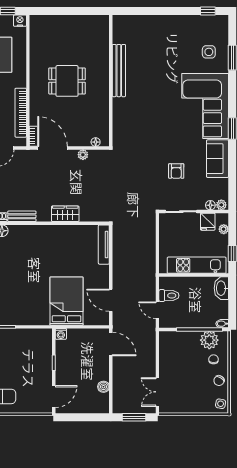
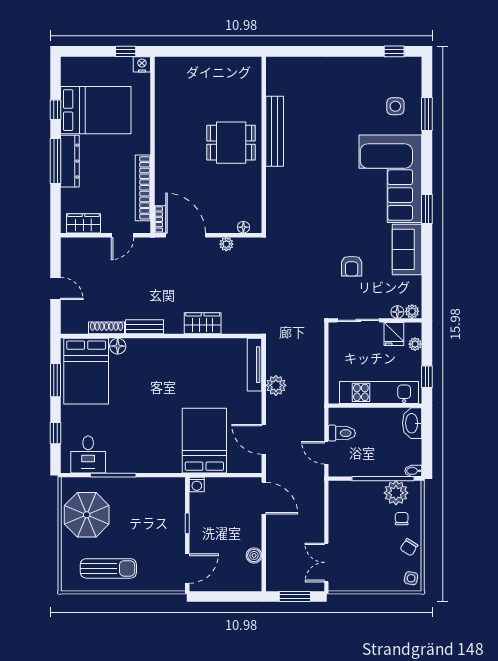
dining table: (67, 81) -> (231, 143), moved
plant: (120, 260) -> (276, 385), added

